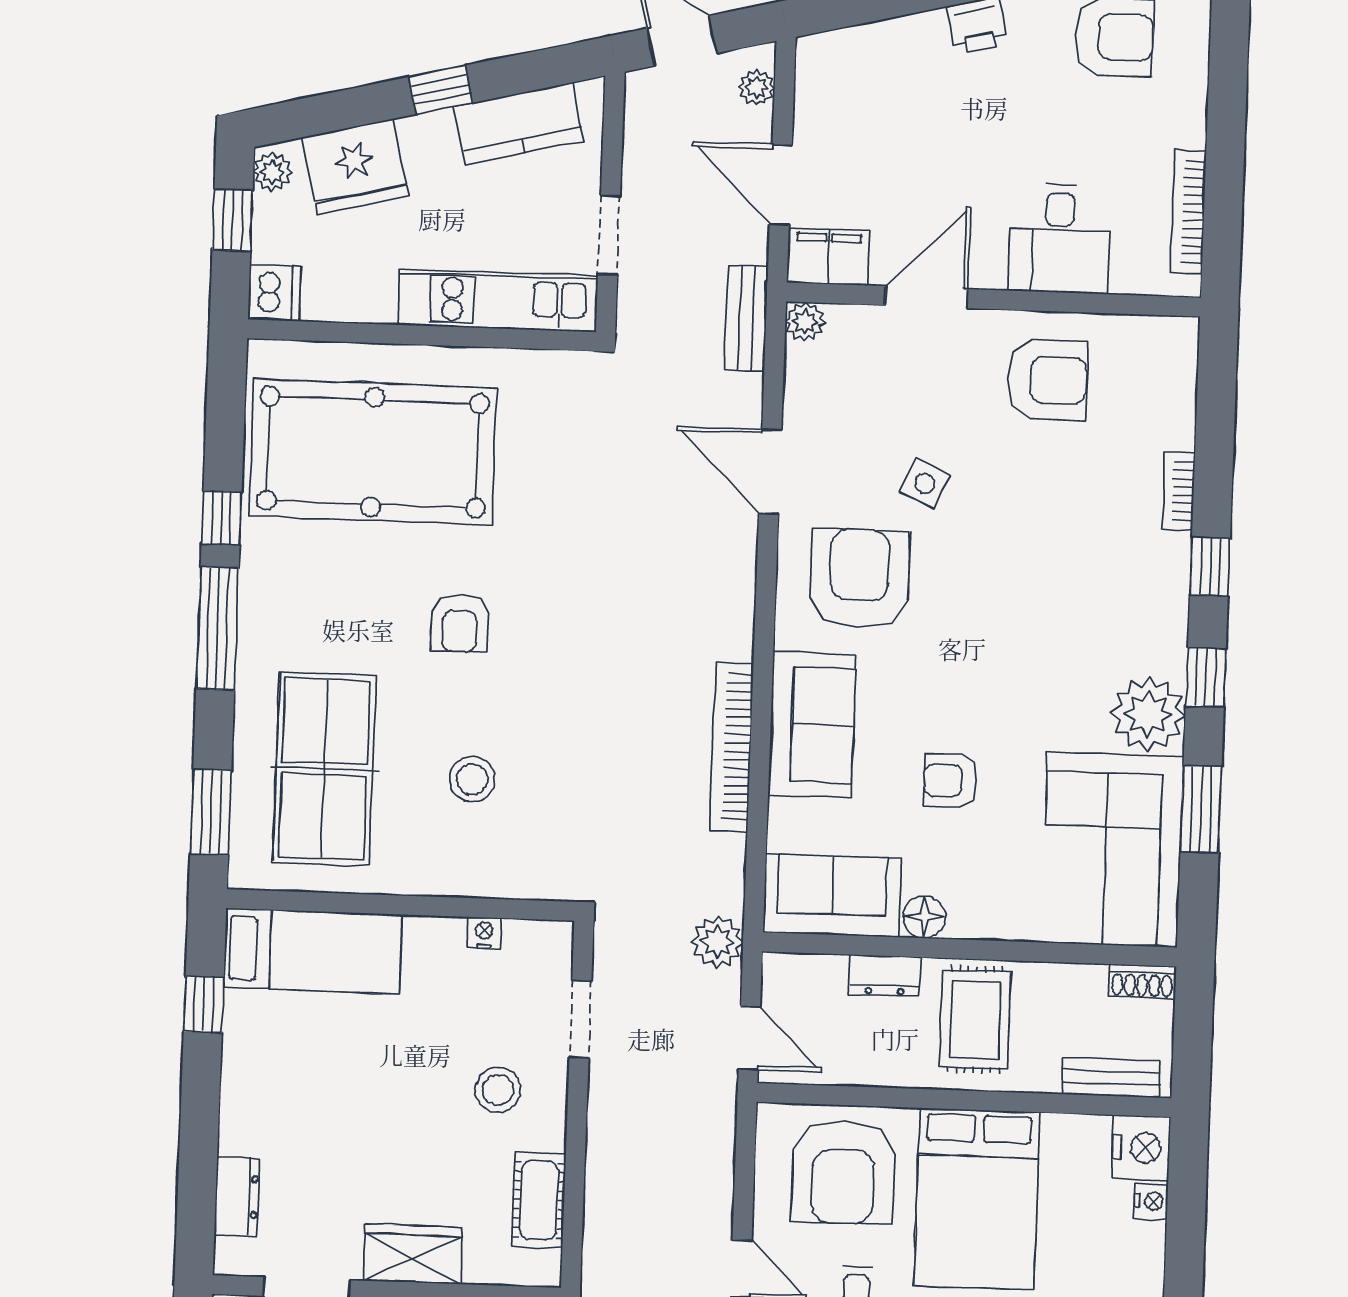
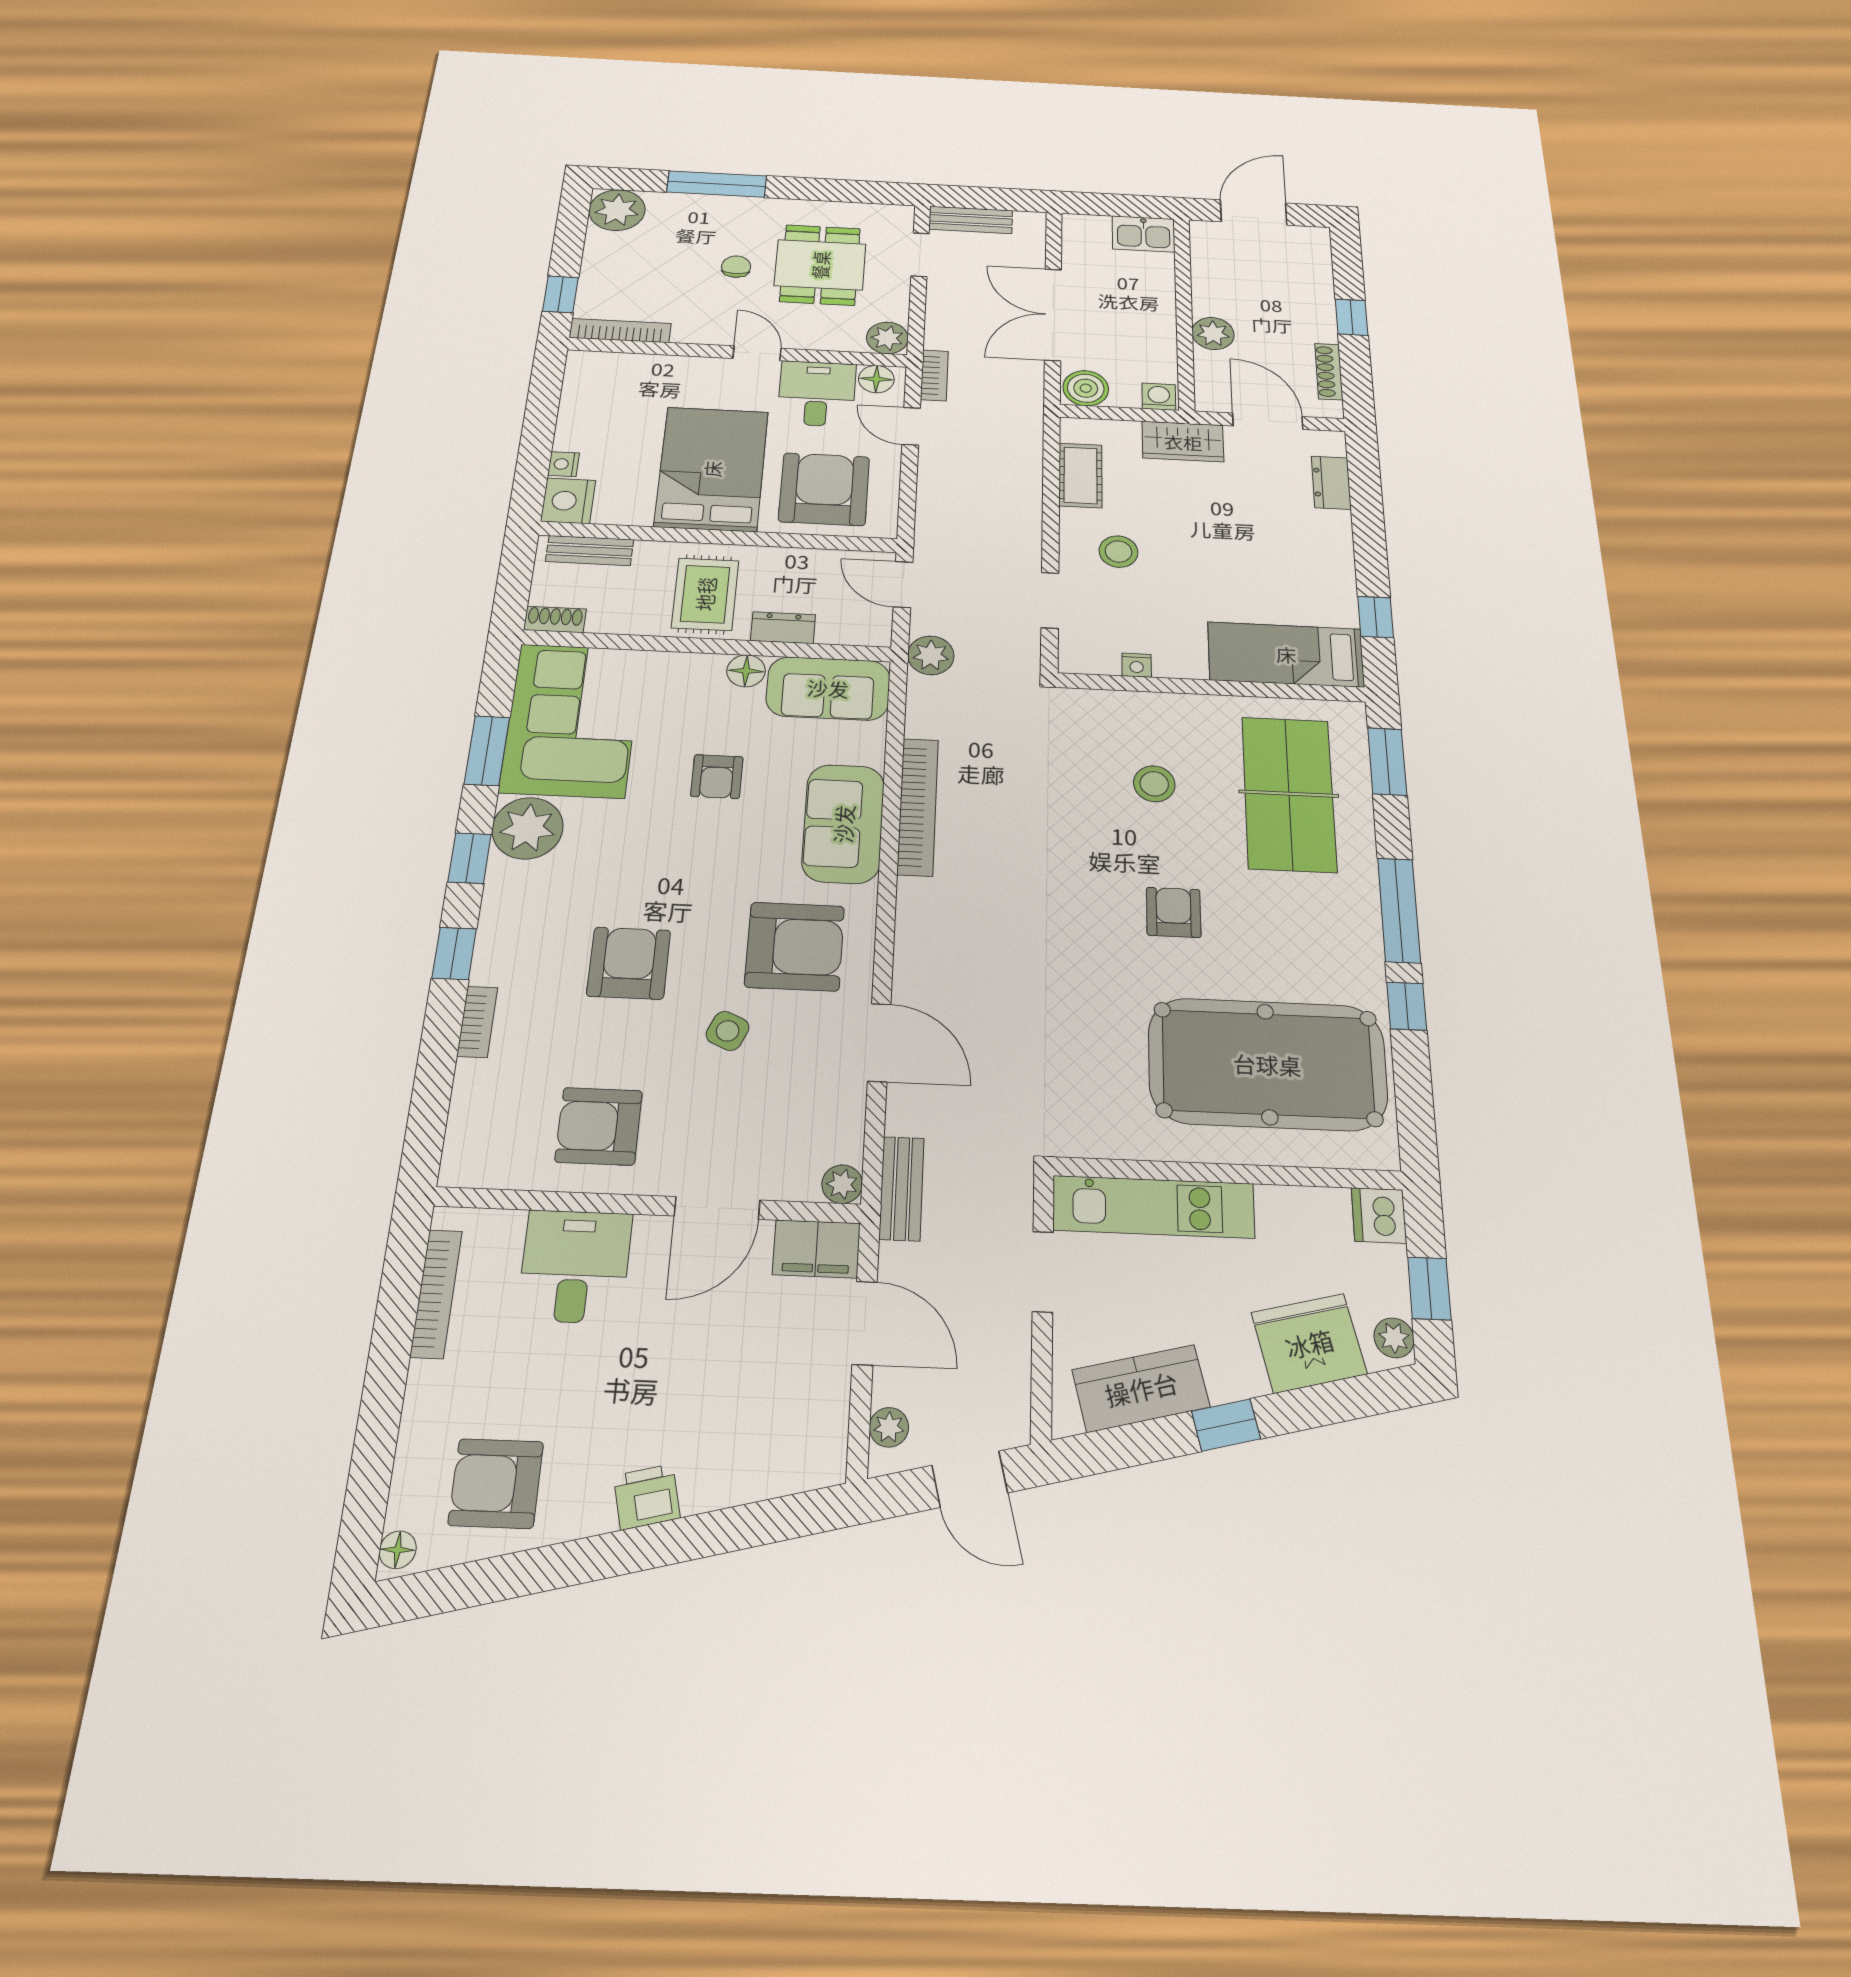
armchair: (1030, 558) -> (629, 963), added
armchair: (859, 579) -> (795, 946), turned -90
armchair: (950, 781) -> (717, 777), turned 90

